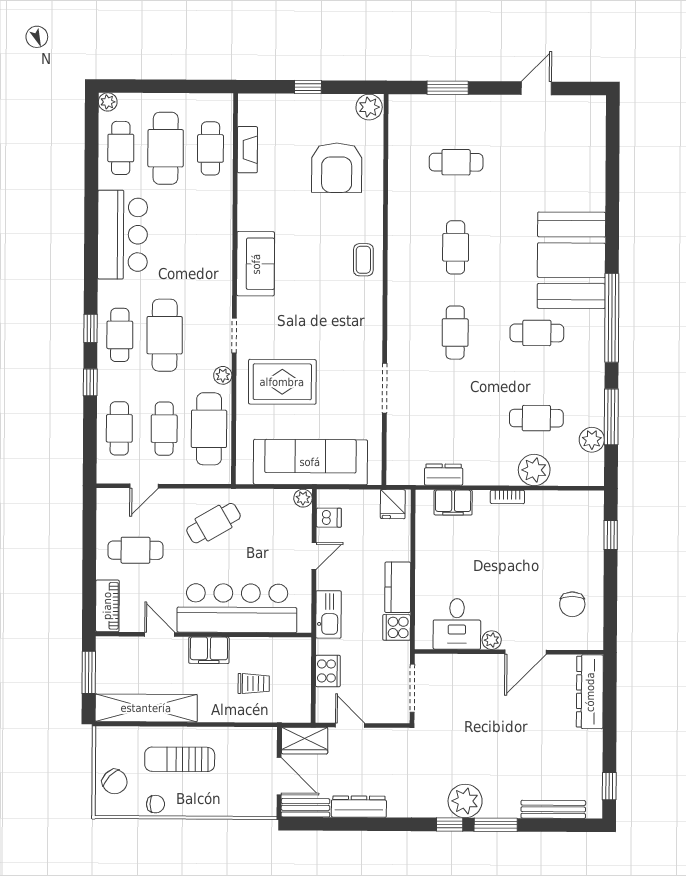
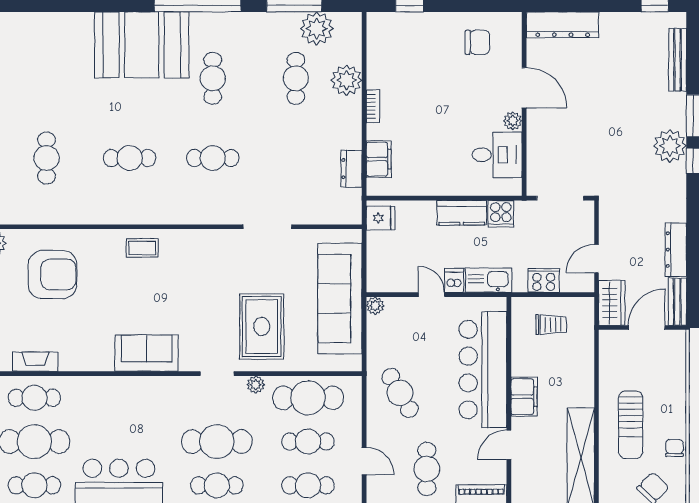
plant: (592, 440) -> (317, 29), width x1.36, depth x1.36
dishwasher: (329, 518) -> (454, 280), moved
trolley: (254, 684) -> (551, 325), moved, turned 90

